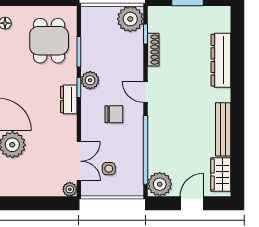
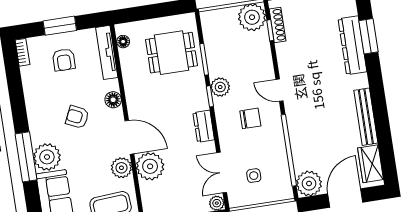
dining table: (49, 41) -> (171, 53), turned 90
shoe rack: (153, 50) -> (278, 25), moved
window: (237, 54) -> (369, 36), added
dresser: (69, 99) -> (204, 126), moved
double door: (79, 161) -> (222, 173), swing flipped
door: (192, 203) -> (345, 198), width x1.37

